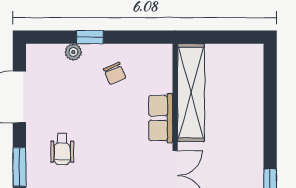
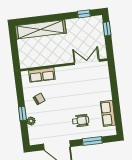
shelving: (191, 93) -> (40, 29), moved
row of seats: (161, 118) -> (42, 75), moved

